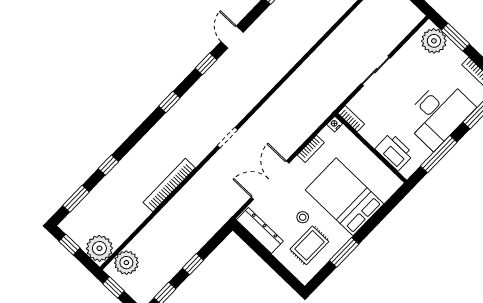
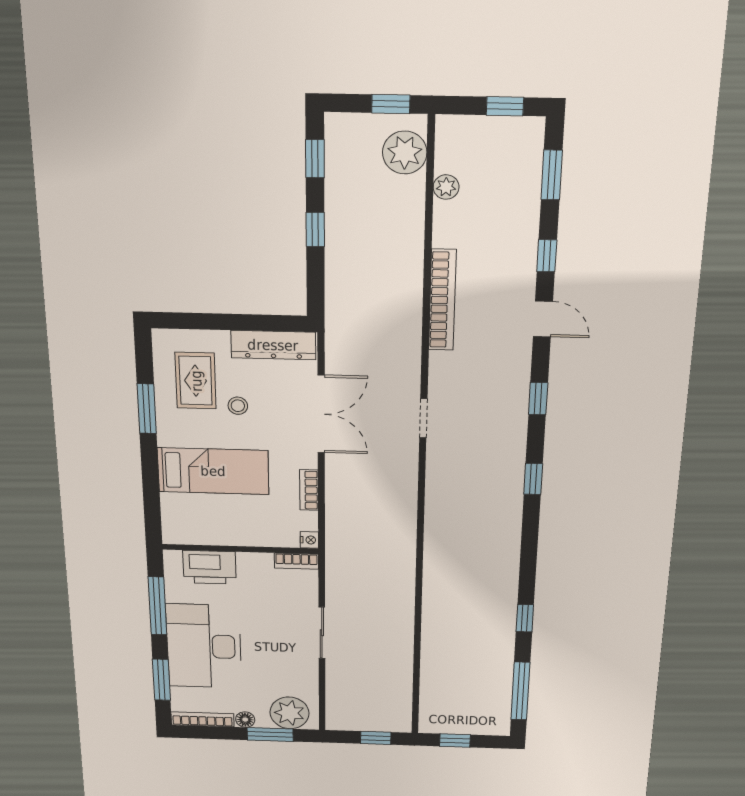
door: (232, 37) -> (543, 319), moved
floor lamp: (459, 56) -> (245, 720), added
bed: (345, 197) -> (213, 471), width x0.67
plant: (99, 248) -> (446, 187), moved, width x0.53, depth x0.53

